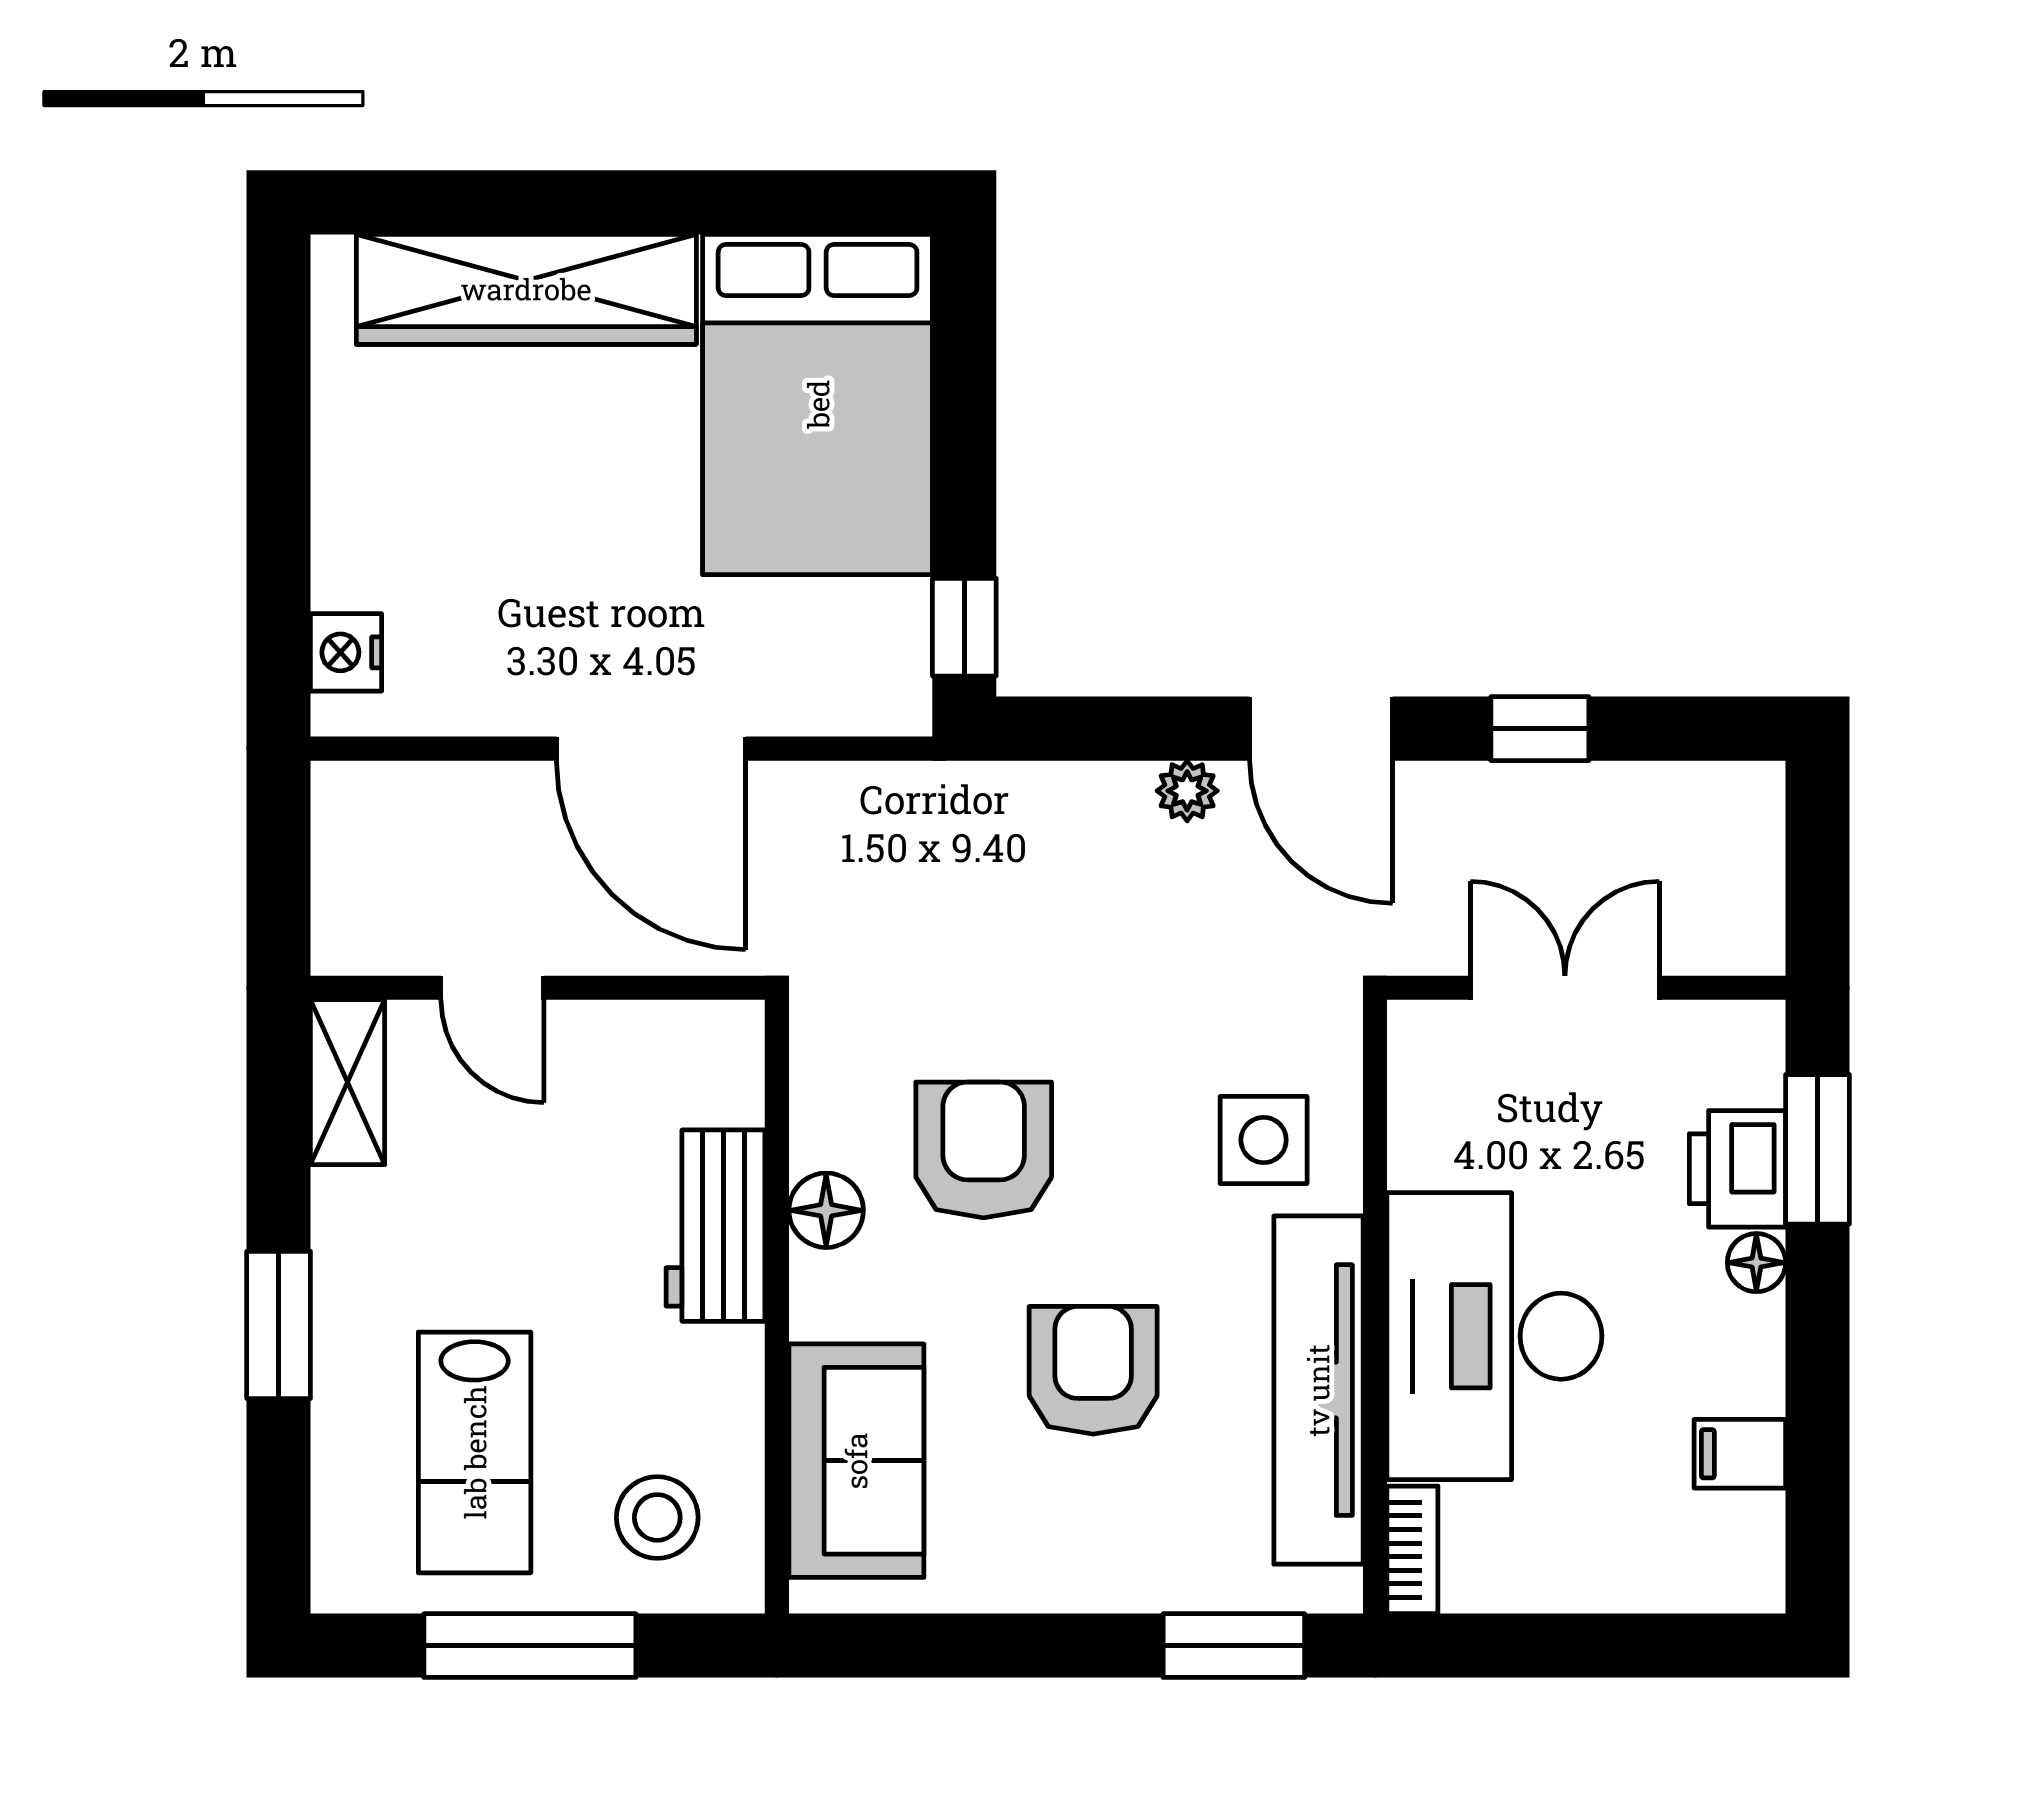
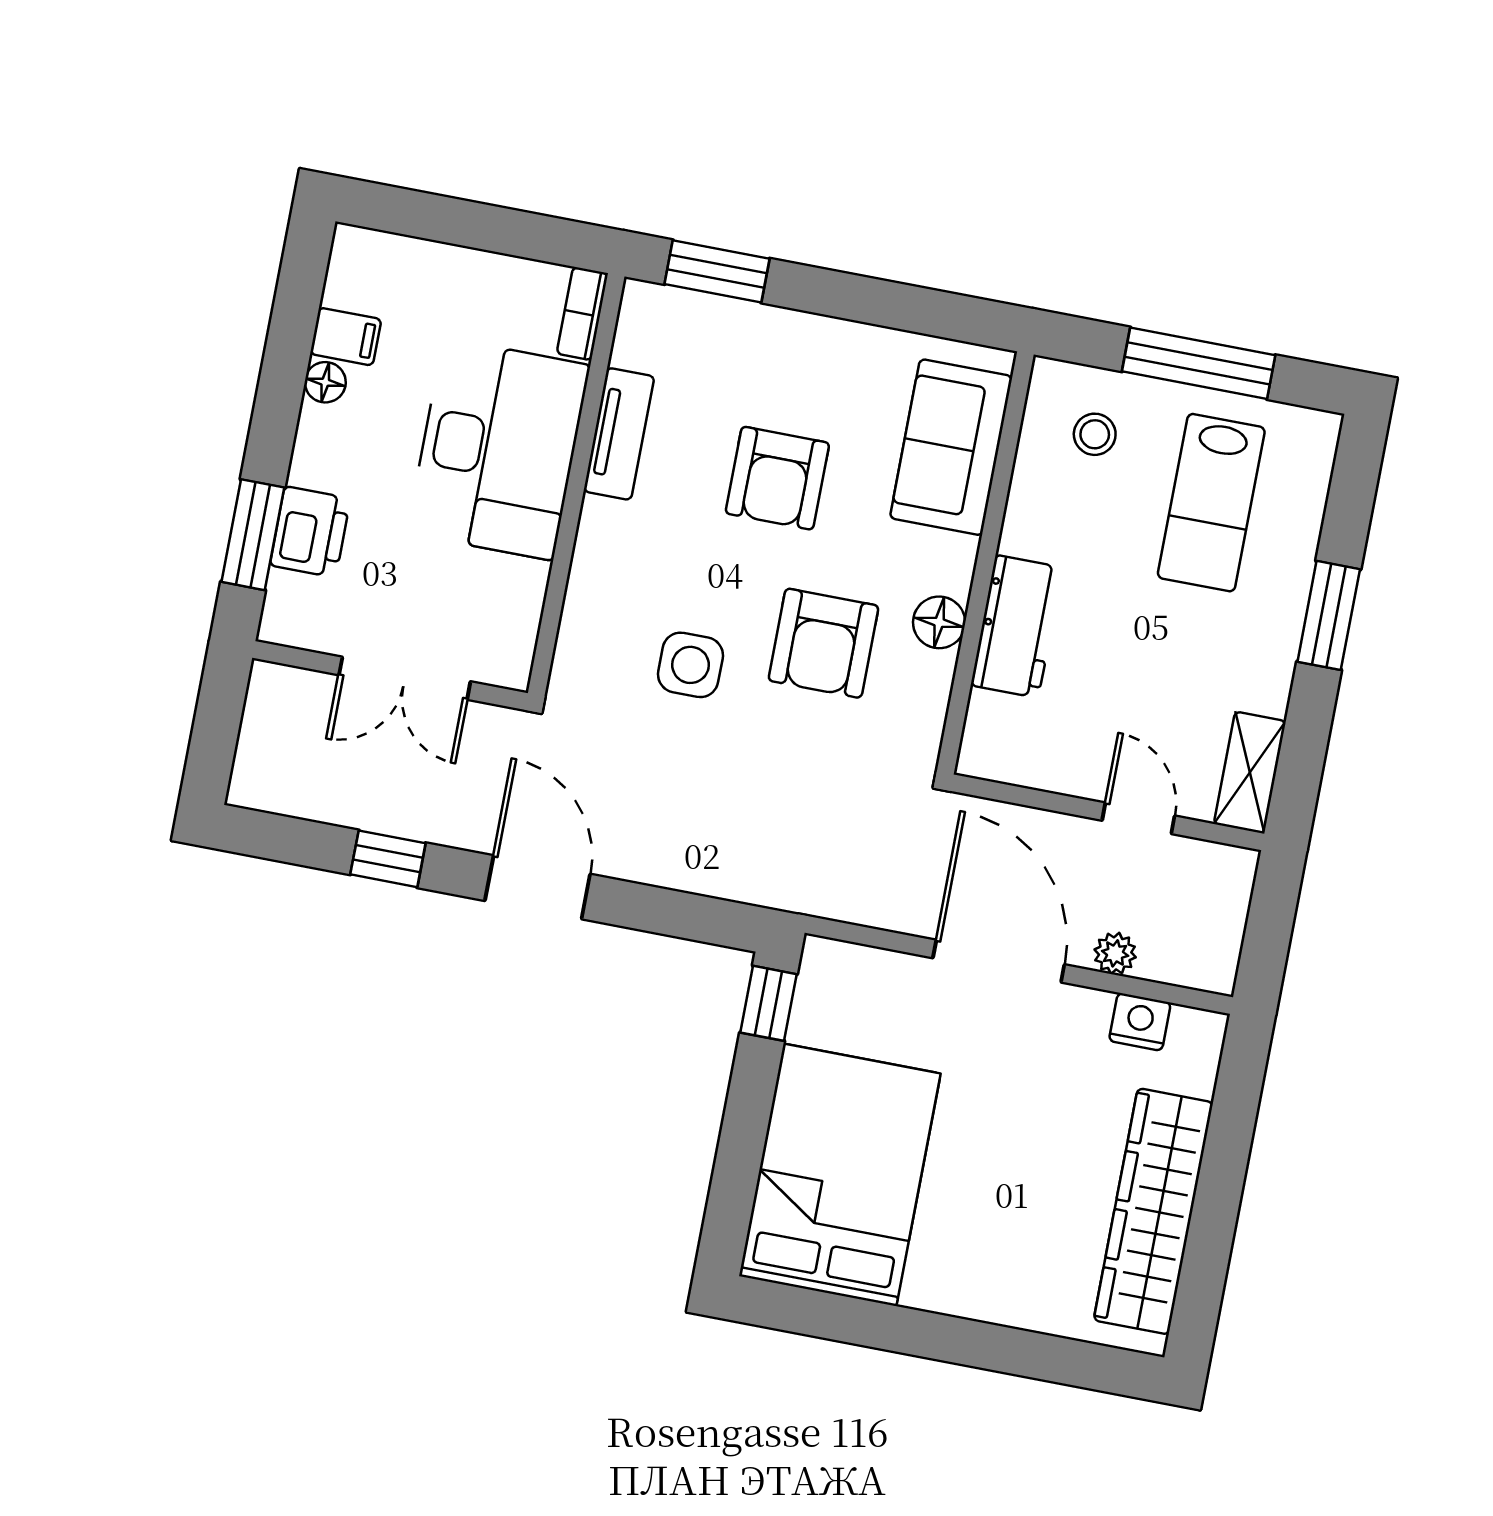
wardrobe: (526, 289) -> (1153, 1211), moved, turned -90
nightstand: (346, 652) -> (1140, 1022), moved, turned -90
plant: (1187, 791) -> (1115, 953), moved
side table: (1264, 1140) -> (690, 665), moved
floor lamp: (1756, 1263) -> (325, 382), moved
tv unit: (1318, 1390) -> (619, 434), width x0.52, depth x0.78
lab bench: (475, 1452) -> (1211, 503), turned 180
stool: (657, 1517) -> (1095, 434), width x0.73, depth x0.73

